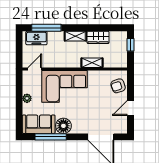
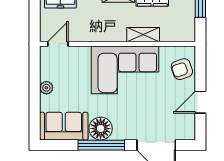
corner sofa: (64, 86) -> (125, 70), moved
window: (51, 137) -> (101, 145), moved

